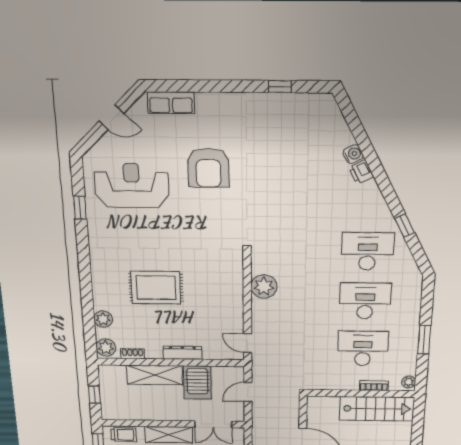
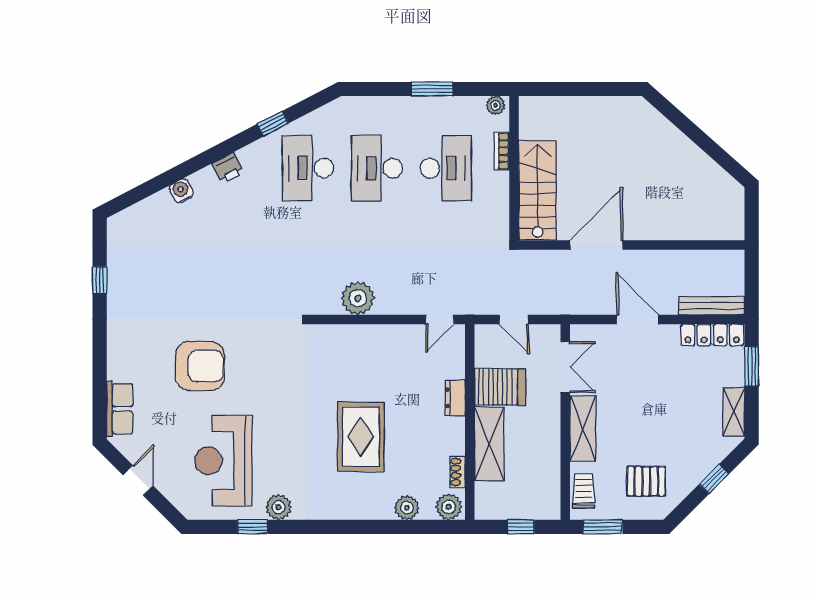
printer: (361, 172) -> (228, 168), moved
plant: (97, 227) -> (278, 507), added
desk: (363, 348) -> (446, 168), turned 180
dresser: (183, 353) -> (455, 398), width x0.70
stairs: (377, 409) -> (537, 190), moved

